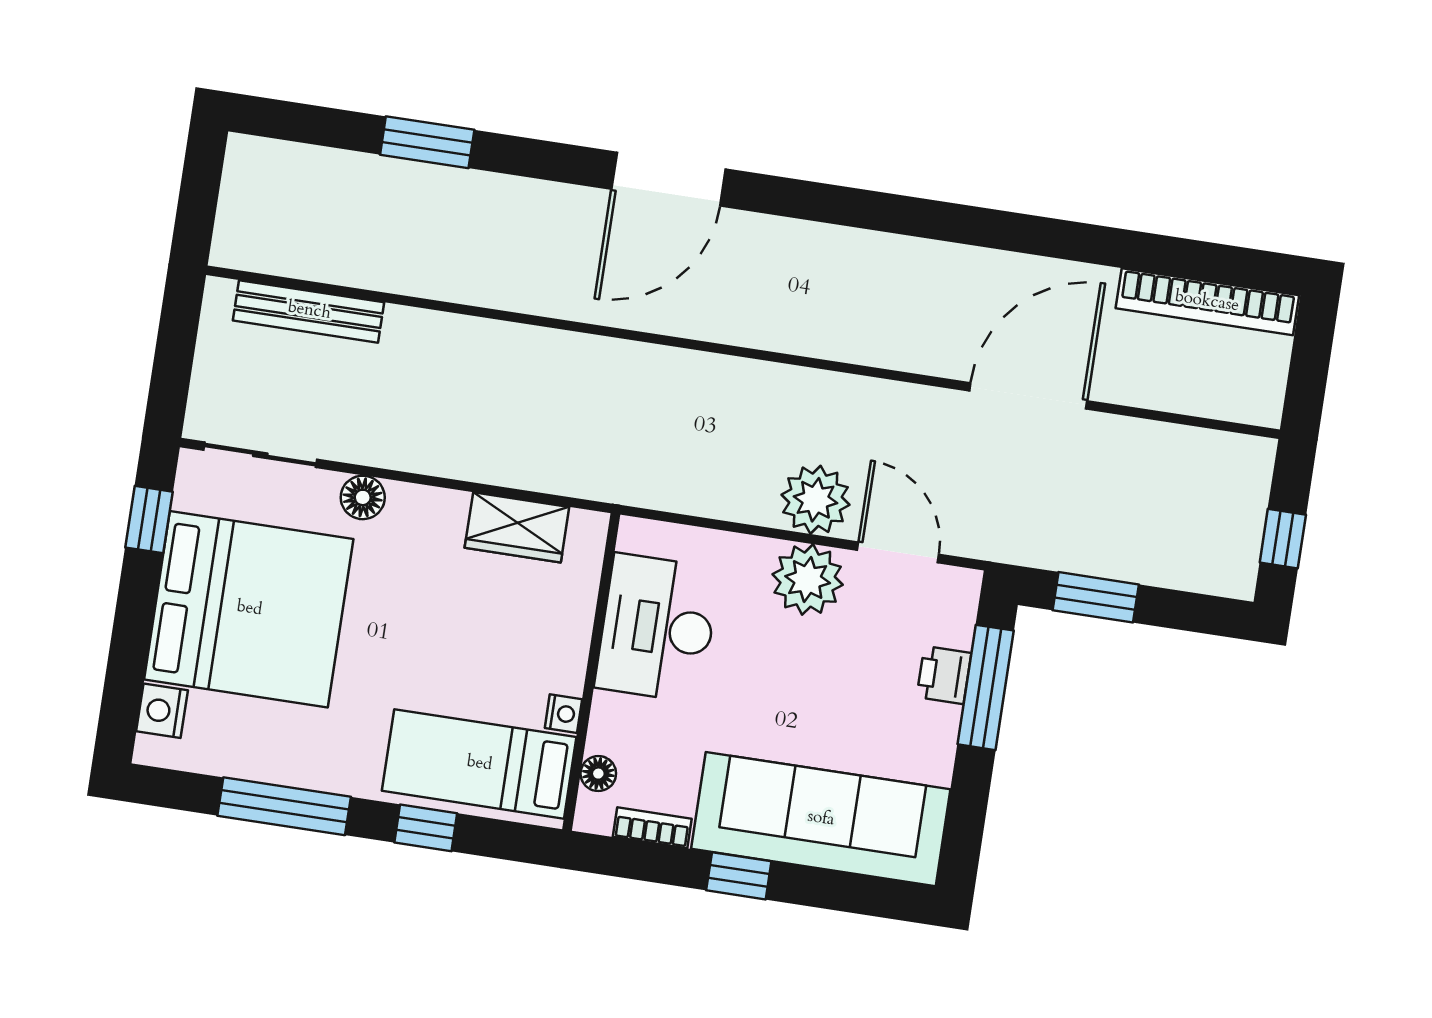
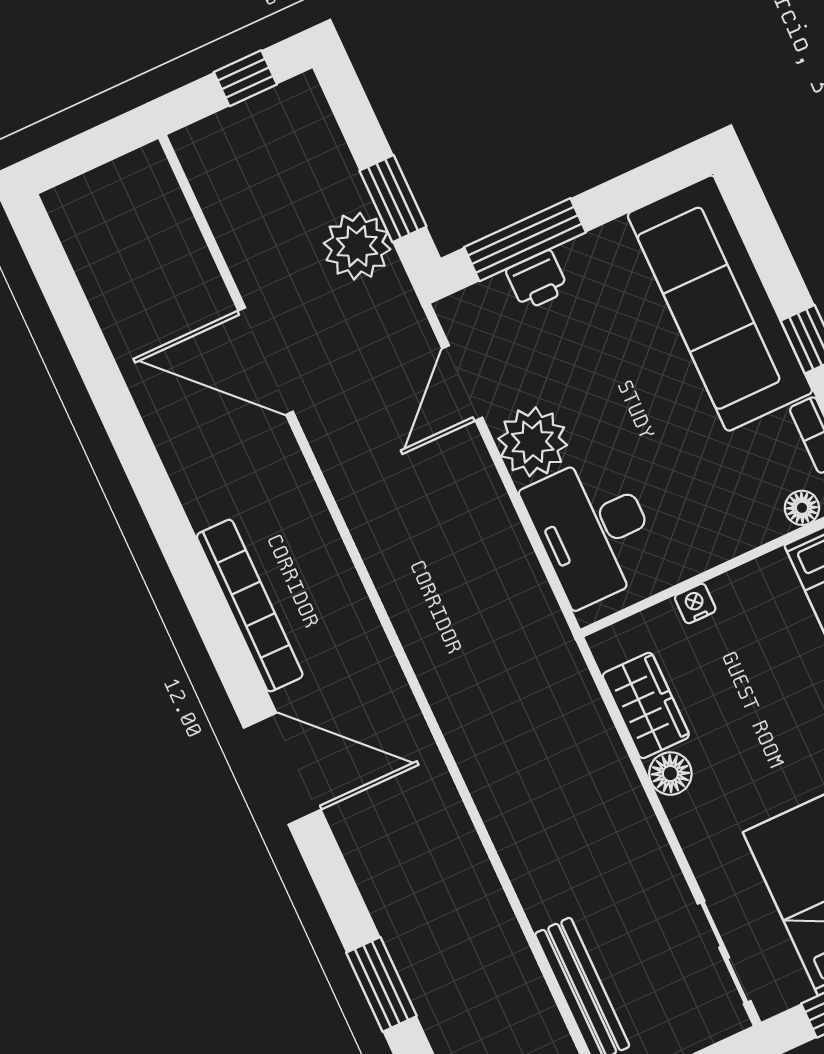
bookcase: (1207, 302) -> (250, 606), moved
floor lamp: (363, 497) -> (670, 774), moved
plant: (815, 500) -> (357, 246), moved
desk: (657, 628) -> (593, 530), moved, turned 90
nightstand: (563, 714) -> (695, 603), moved

